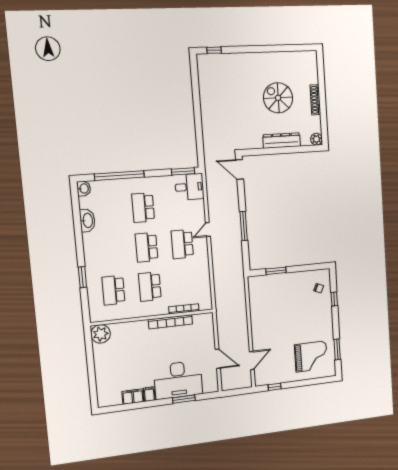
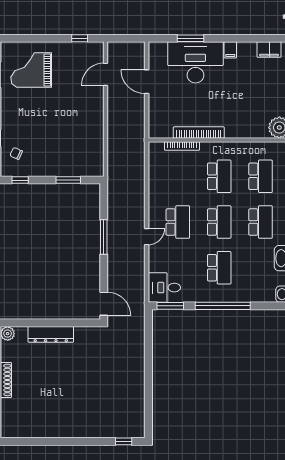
spiral stairs: (278, 98) -> (52, 384), removed
window: (119, 176) -> (223, 306), moved
school desk: (110, 251) -> (260, 222), added
window: (314, 267) -> (20, 180), added
filing cabinet: (133, 397) -> (269, 50), moved

